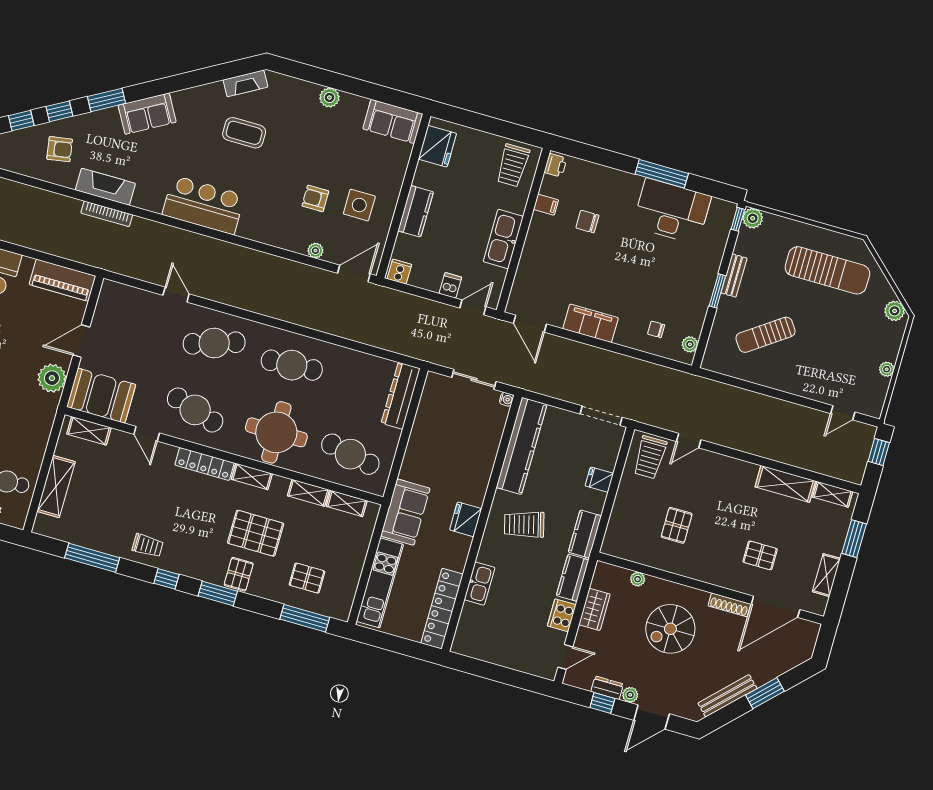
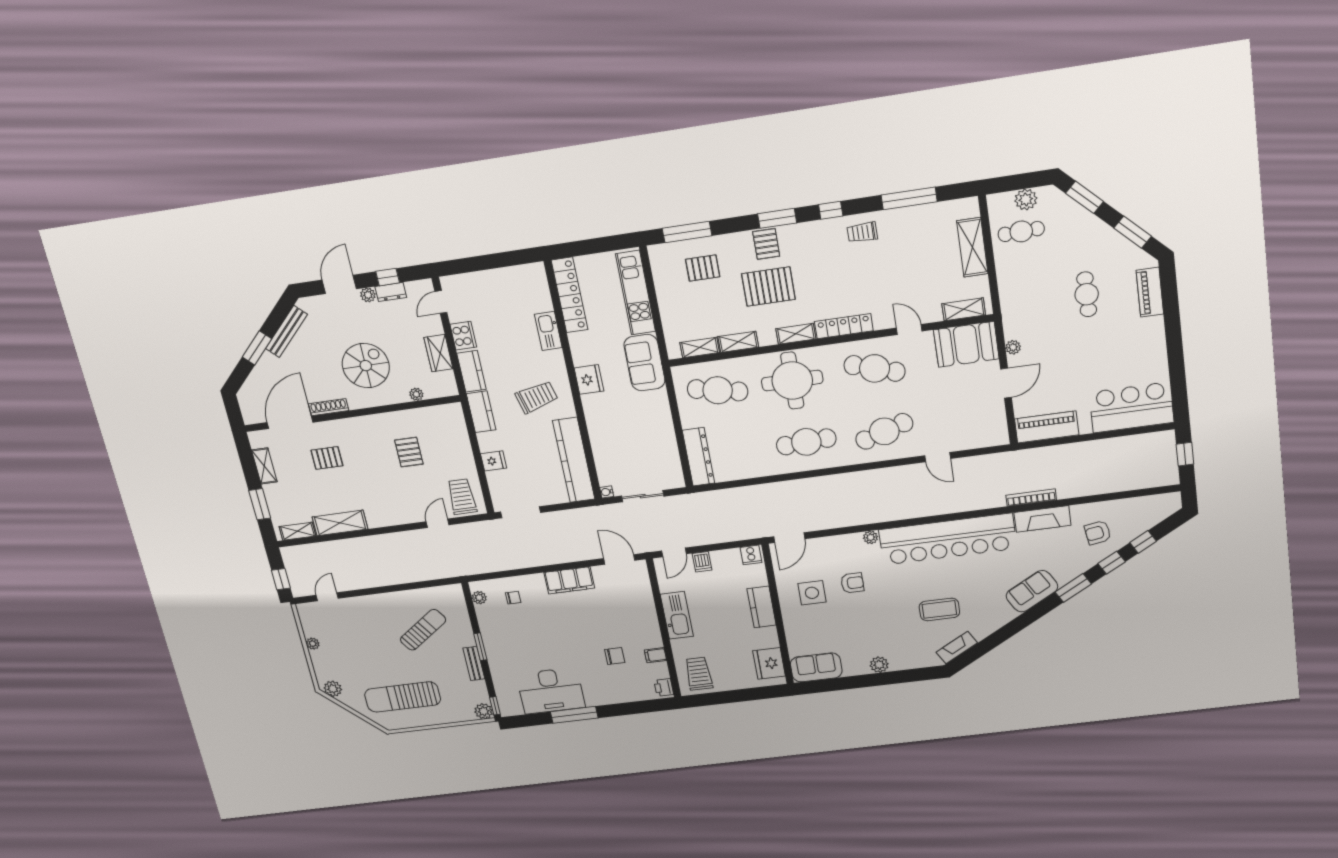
bar counter: (204, 205) -> (948, 539), width x1.86
plant: (315, 251) -> (871, 537), moved
plant: (52, 378) -> (1013, 347), width x0.53, depth x0.53

